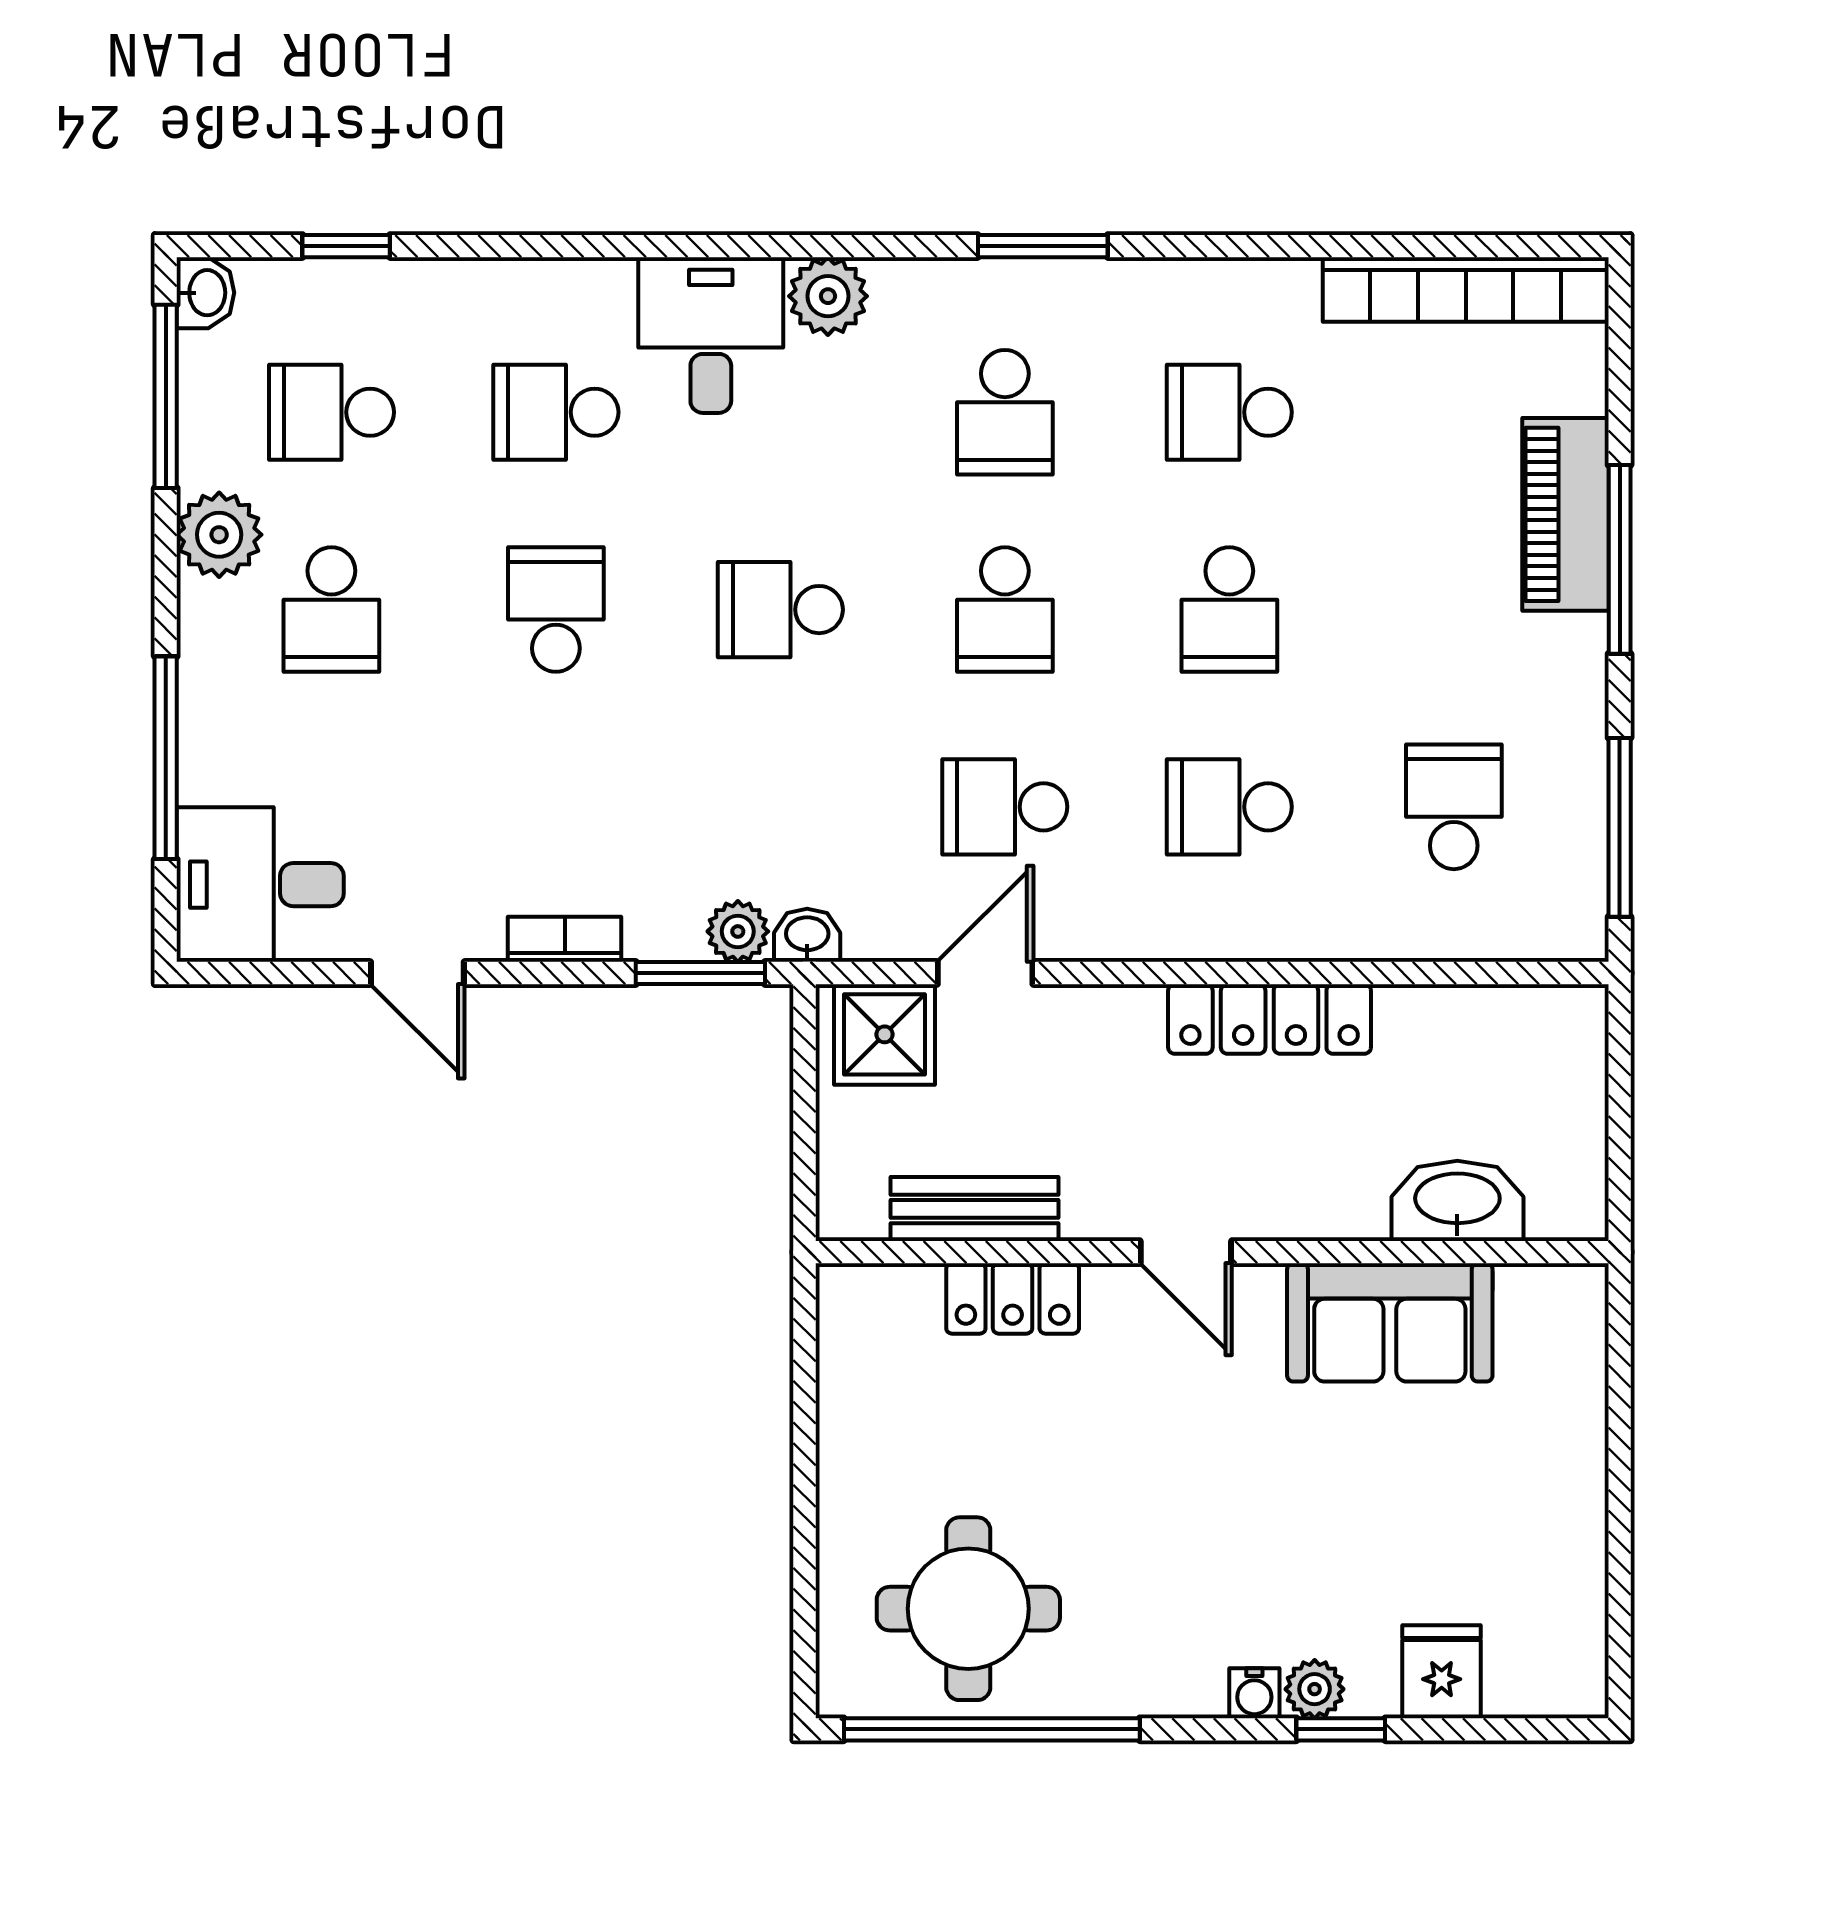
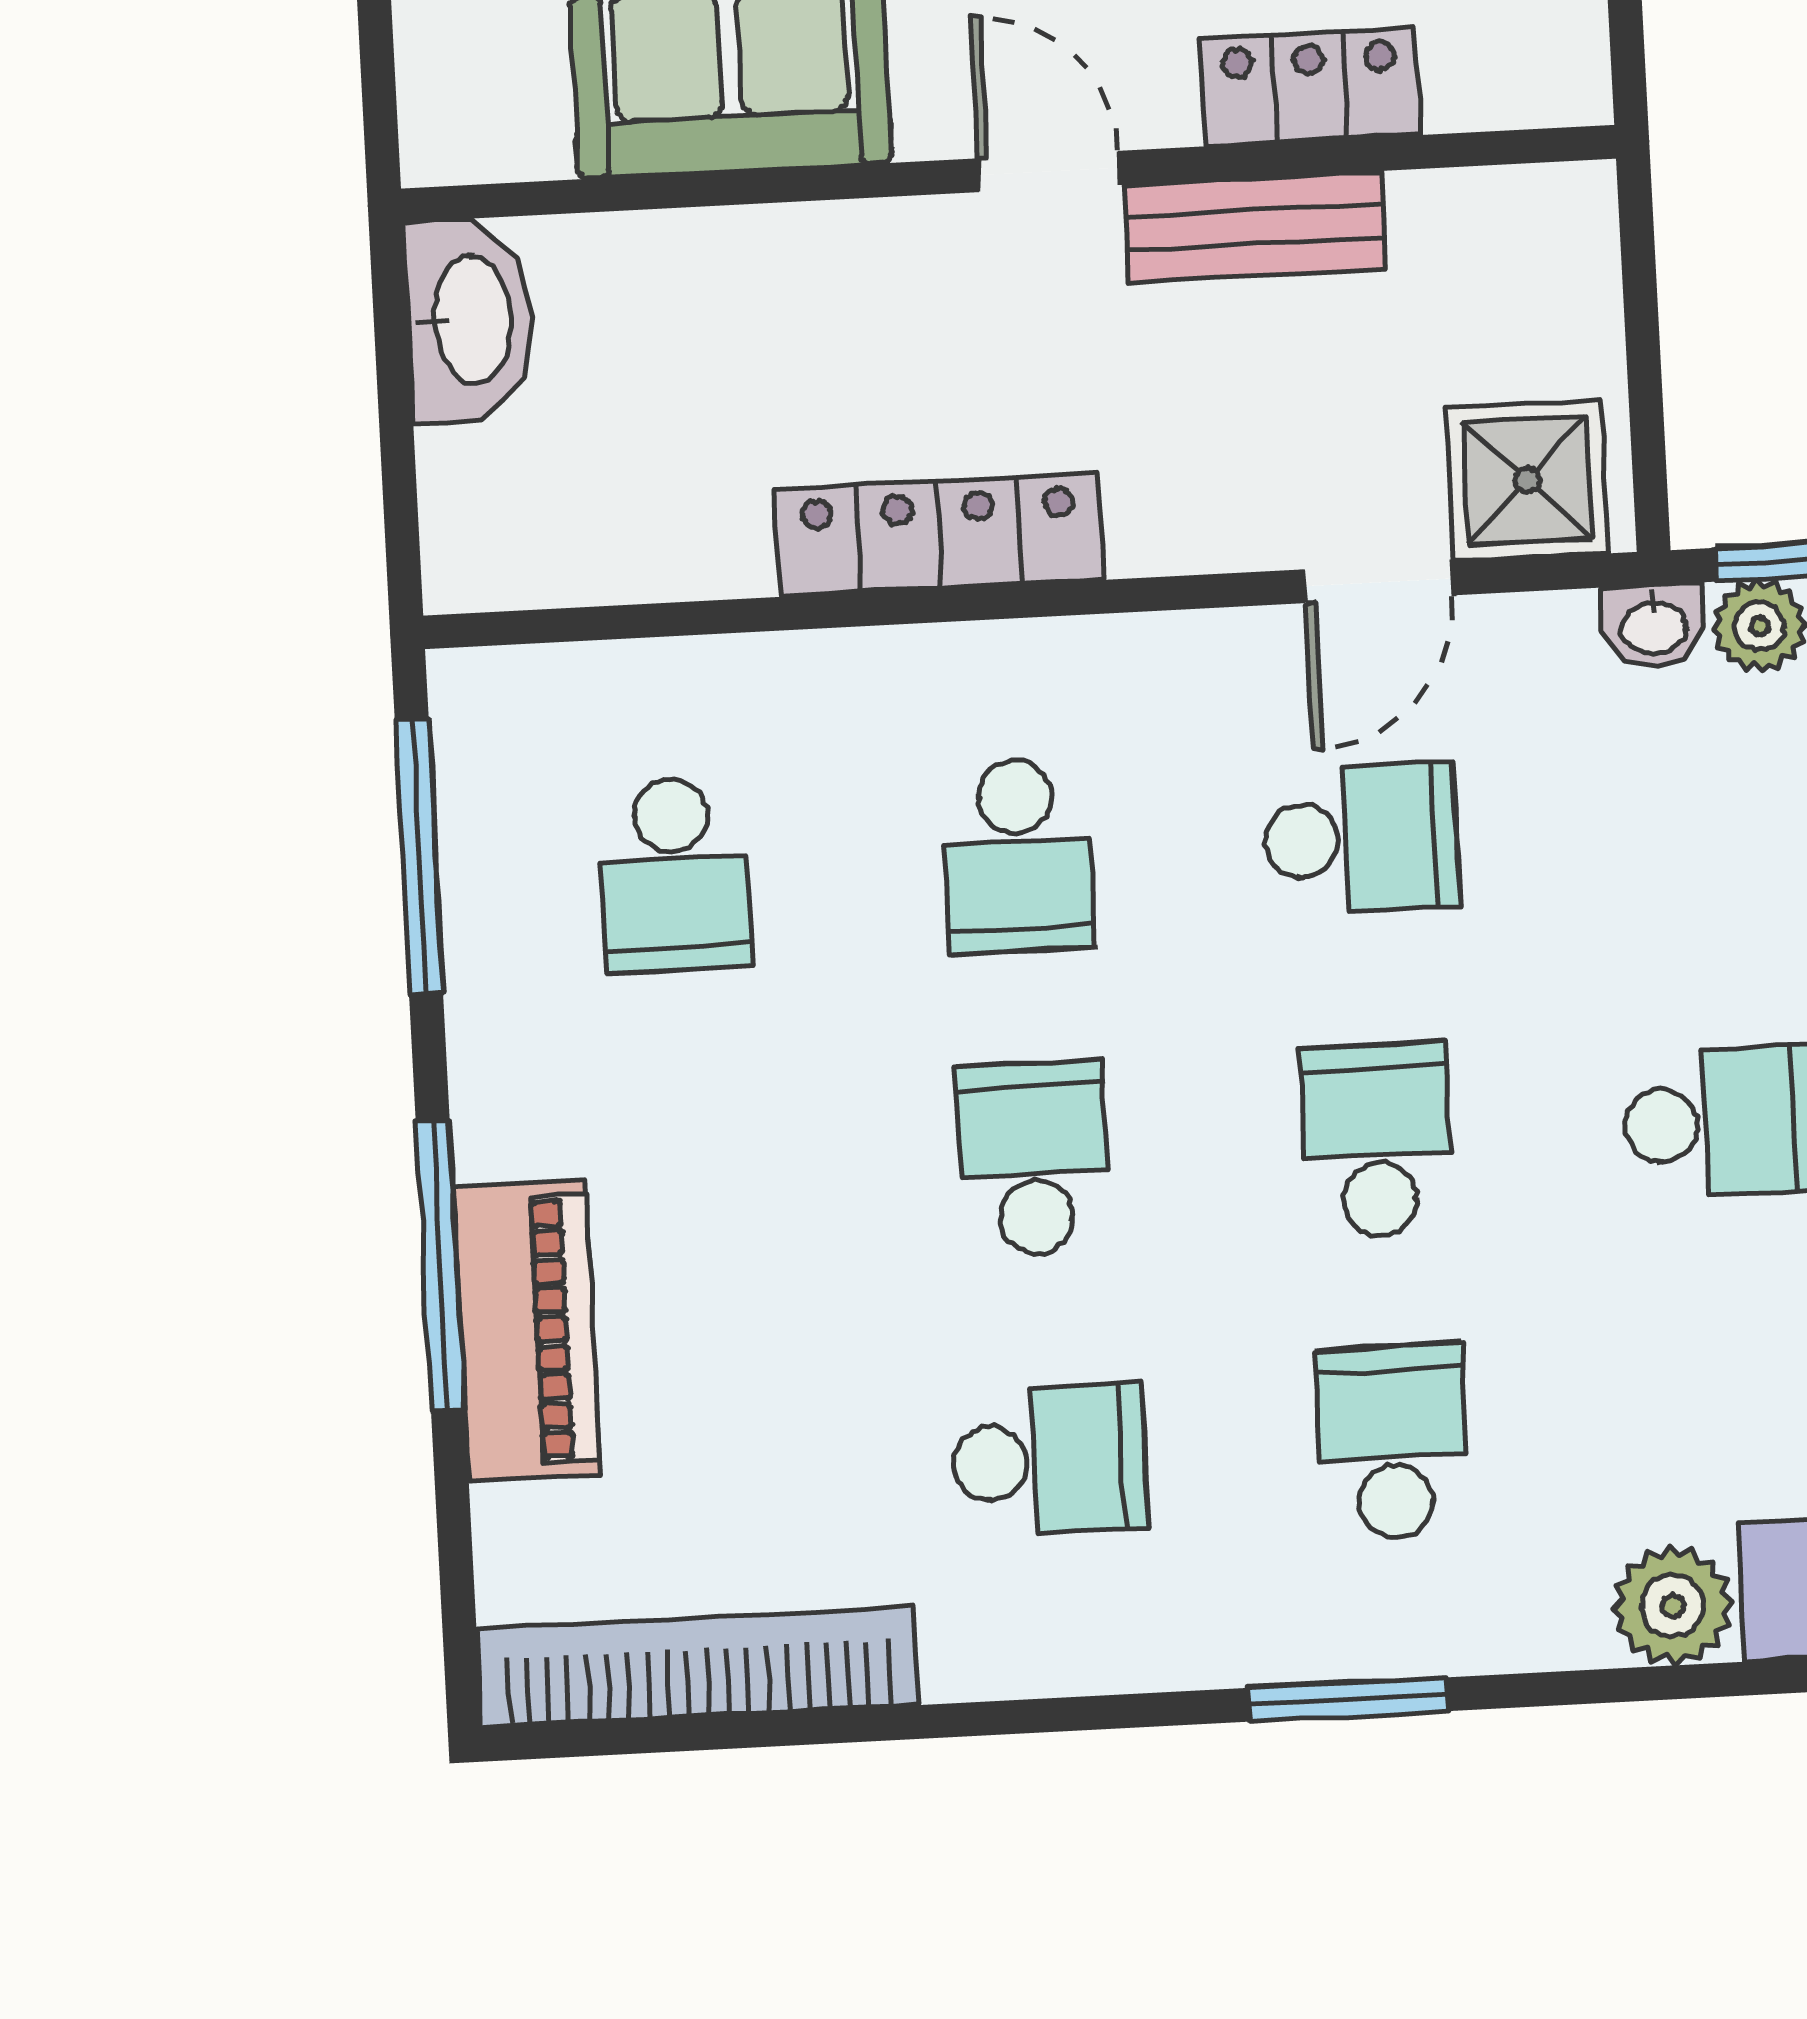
school desk: (1229, 807) -> (1018, 856), turned 90
washbasin: (1457, 1201) -> (469, 320), moved, turned -90
bench: (975, 1209) -> (1255, 227), moved

